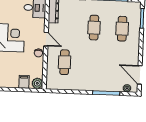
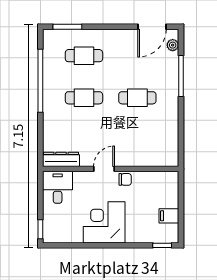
cafe table: (64, 62) -> (137, 98), moved
filing cabinet: (24, 82) -> (169, 216), moved
plant: (37, 83) -> (170, 179), removed

